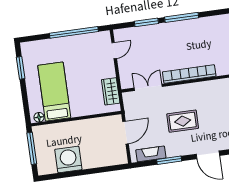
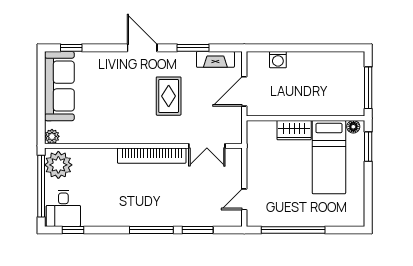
window: (21, 68) -> (368, 147), moved
wardrobe: (111, 91) -> (294, 130), moved, turned 90
rug: (183, 121) -> (169, 96), turned 90
washing machine: (68, 159) -> (278, 60), moved, width x0.53, depth x0.53

